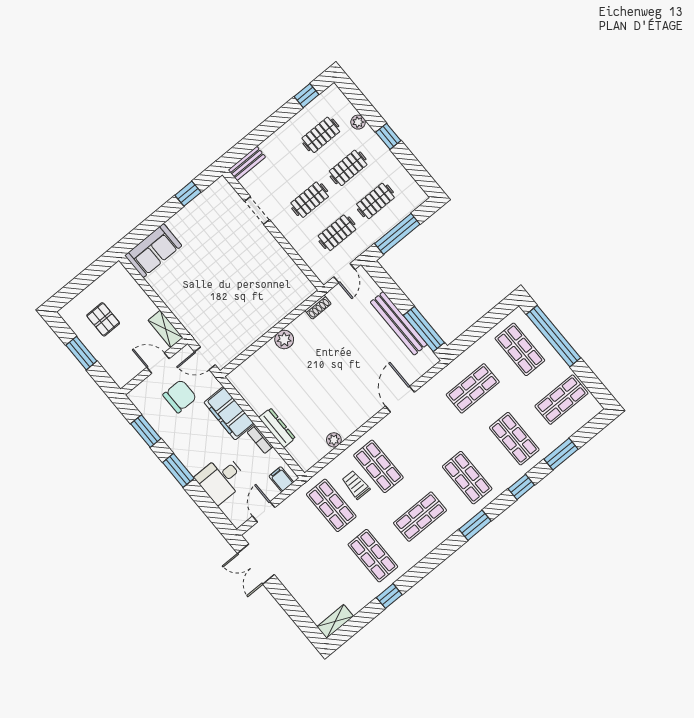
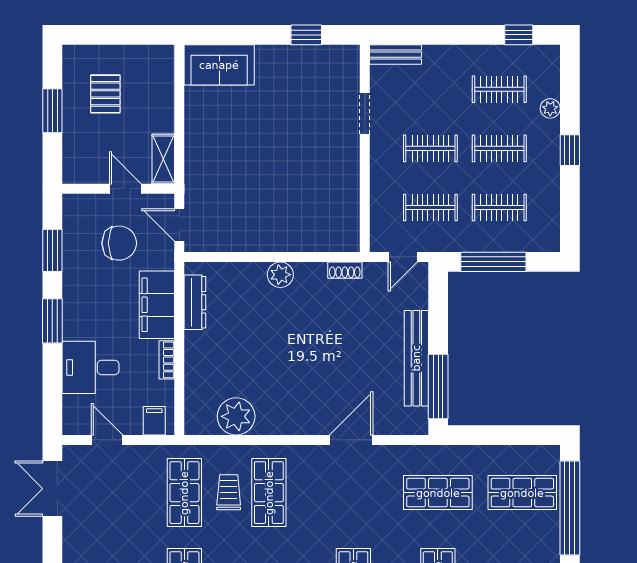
shop shelf: (520, 349) -> (522, 493), turned 90
dresser: (277, 428) -> (195, 302), moved
plant: (334, 440) -> (236, 416), width x1.88, depth x1.88
door: (264, 512) -> (107, 440), hinge flipped

